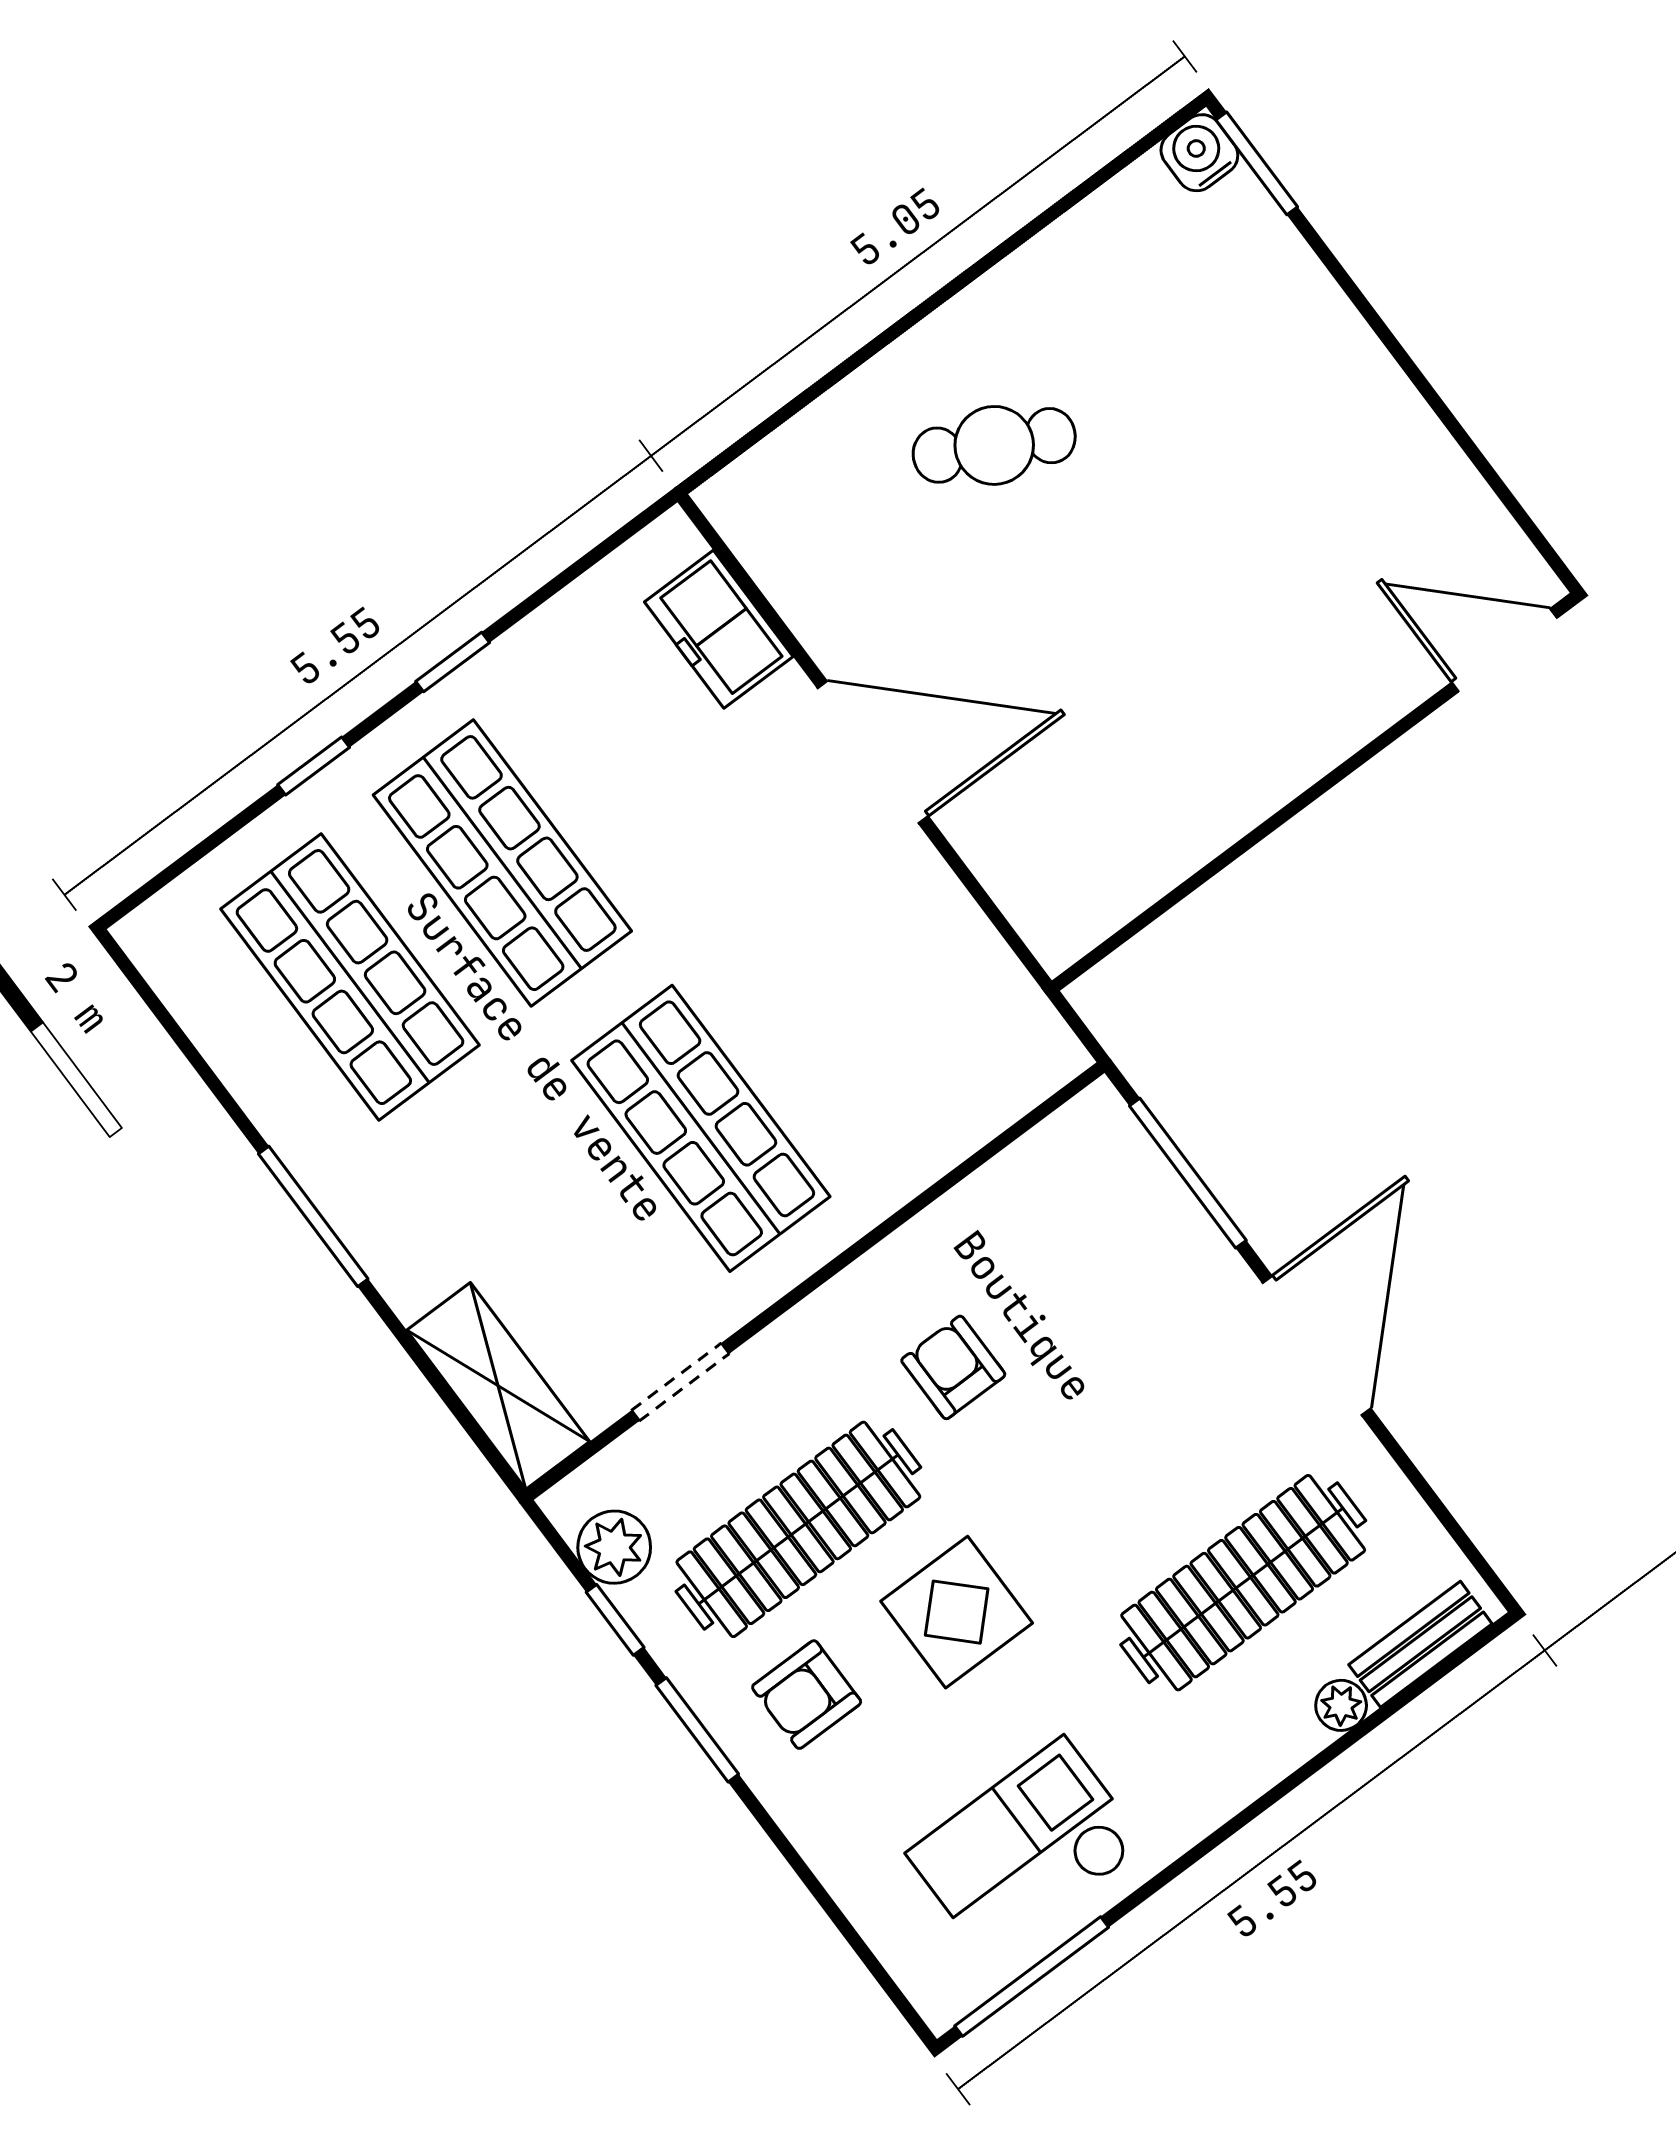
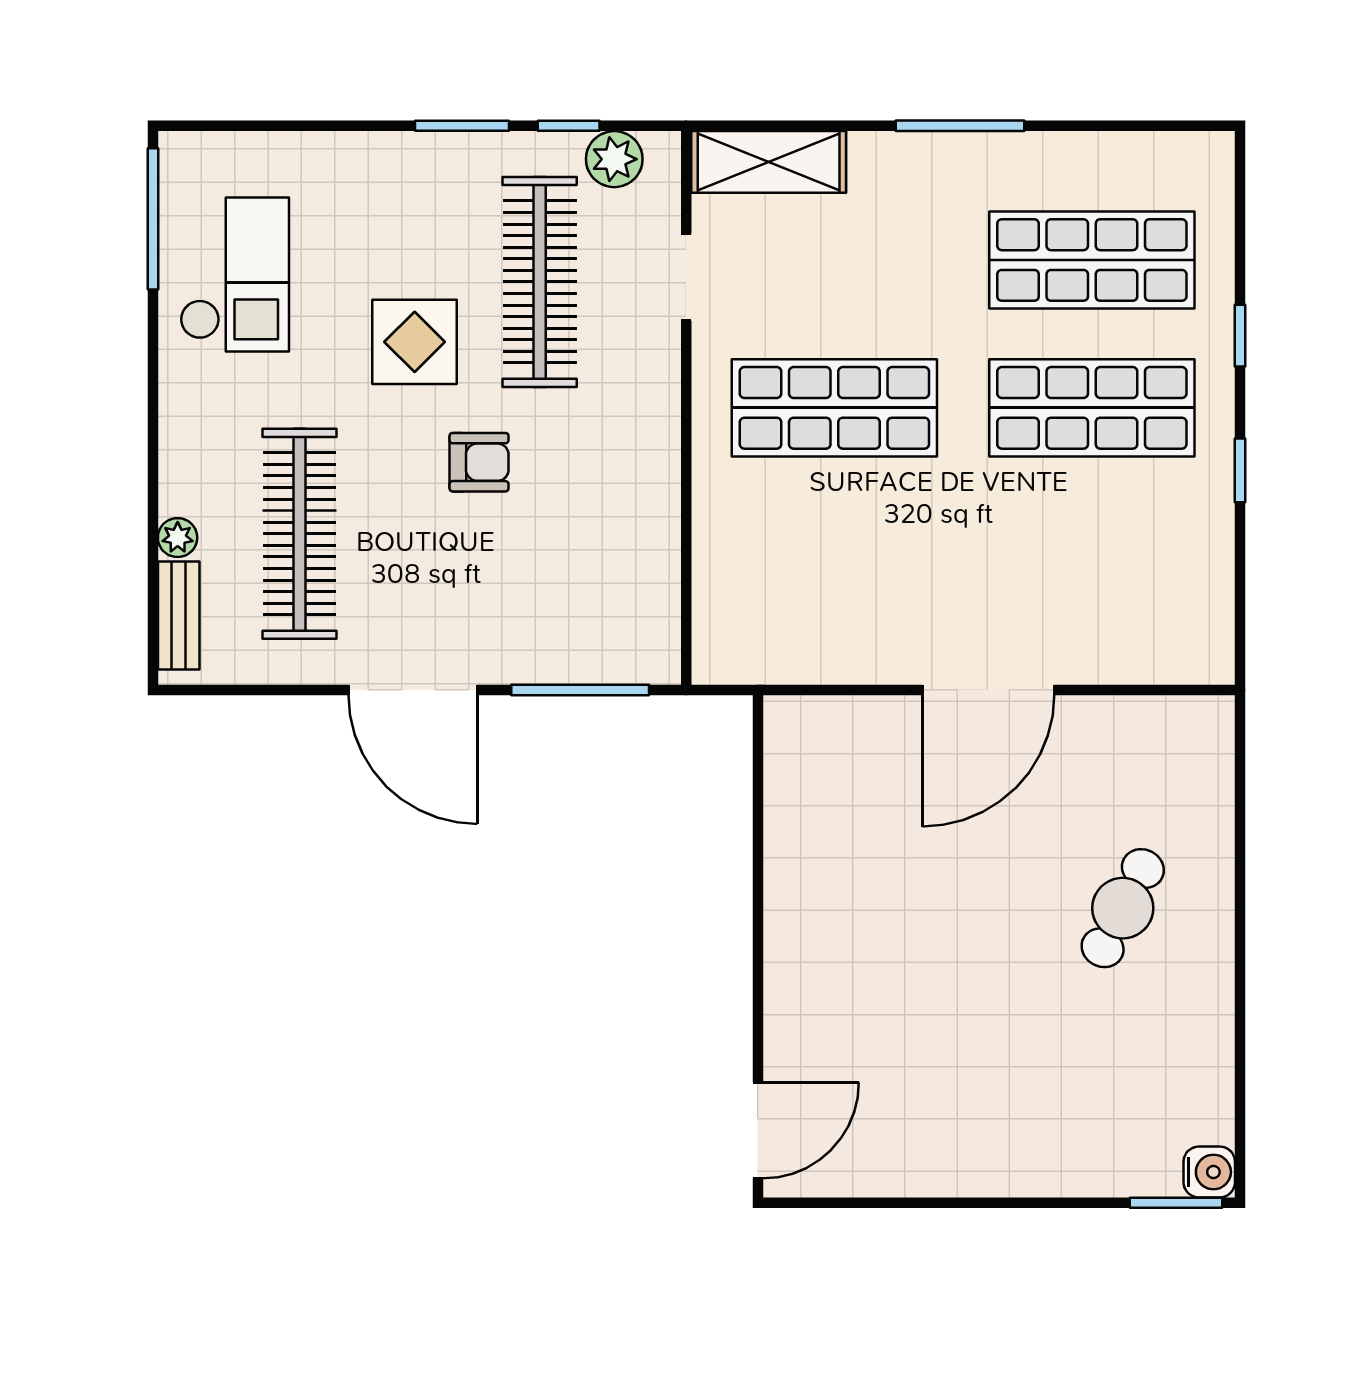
freezer: (719, 629) -> (1137, 651), removed
armchair: (953, 1367) -> (479, 462), moved
armchair: (807, 1695) -> (433, 210), removed

